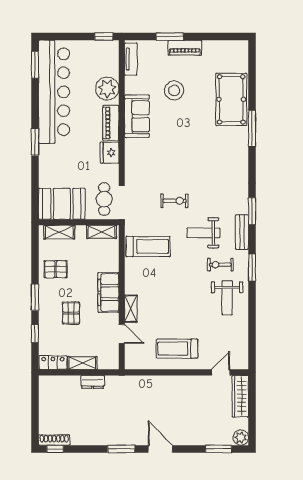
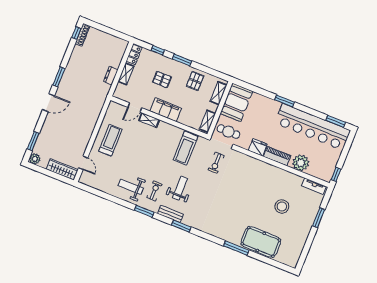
piano: (185, 48) -> (307, 225), removed
sofa: (137, 116) -> (275, 175), removed
exercise bike: (175, 201) -> (216, 163), moved

